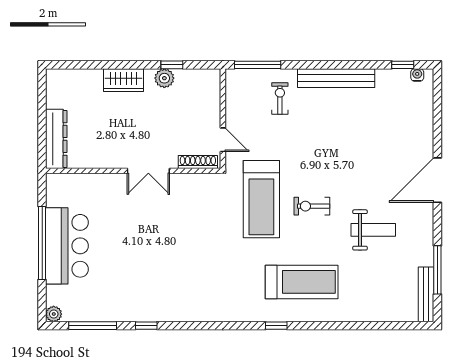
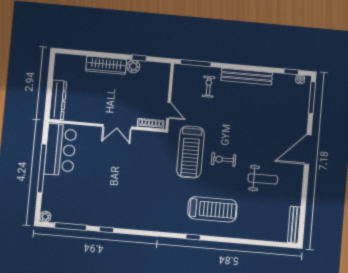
wardrobe: (124, 80) -> (106, 65), width x1.50
bar counter: (67, 246) -> (60, 150), moved
window: (437, 270) -> (312, 98), moved

